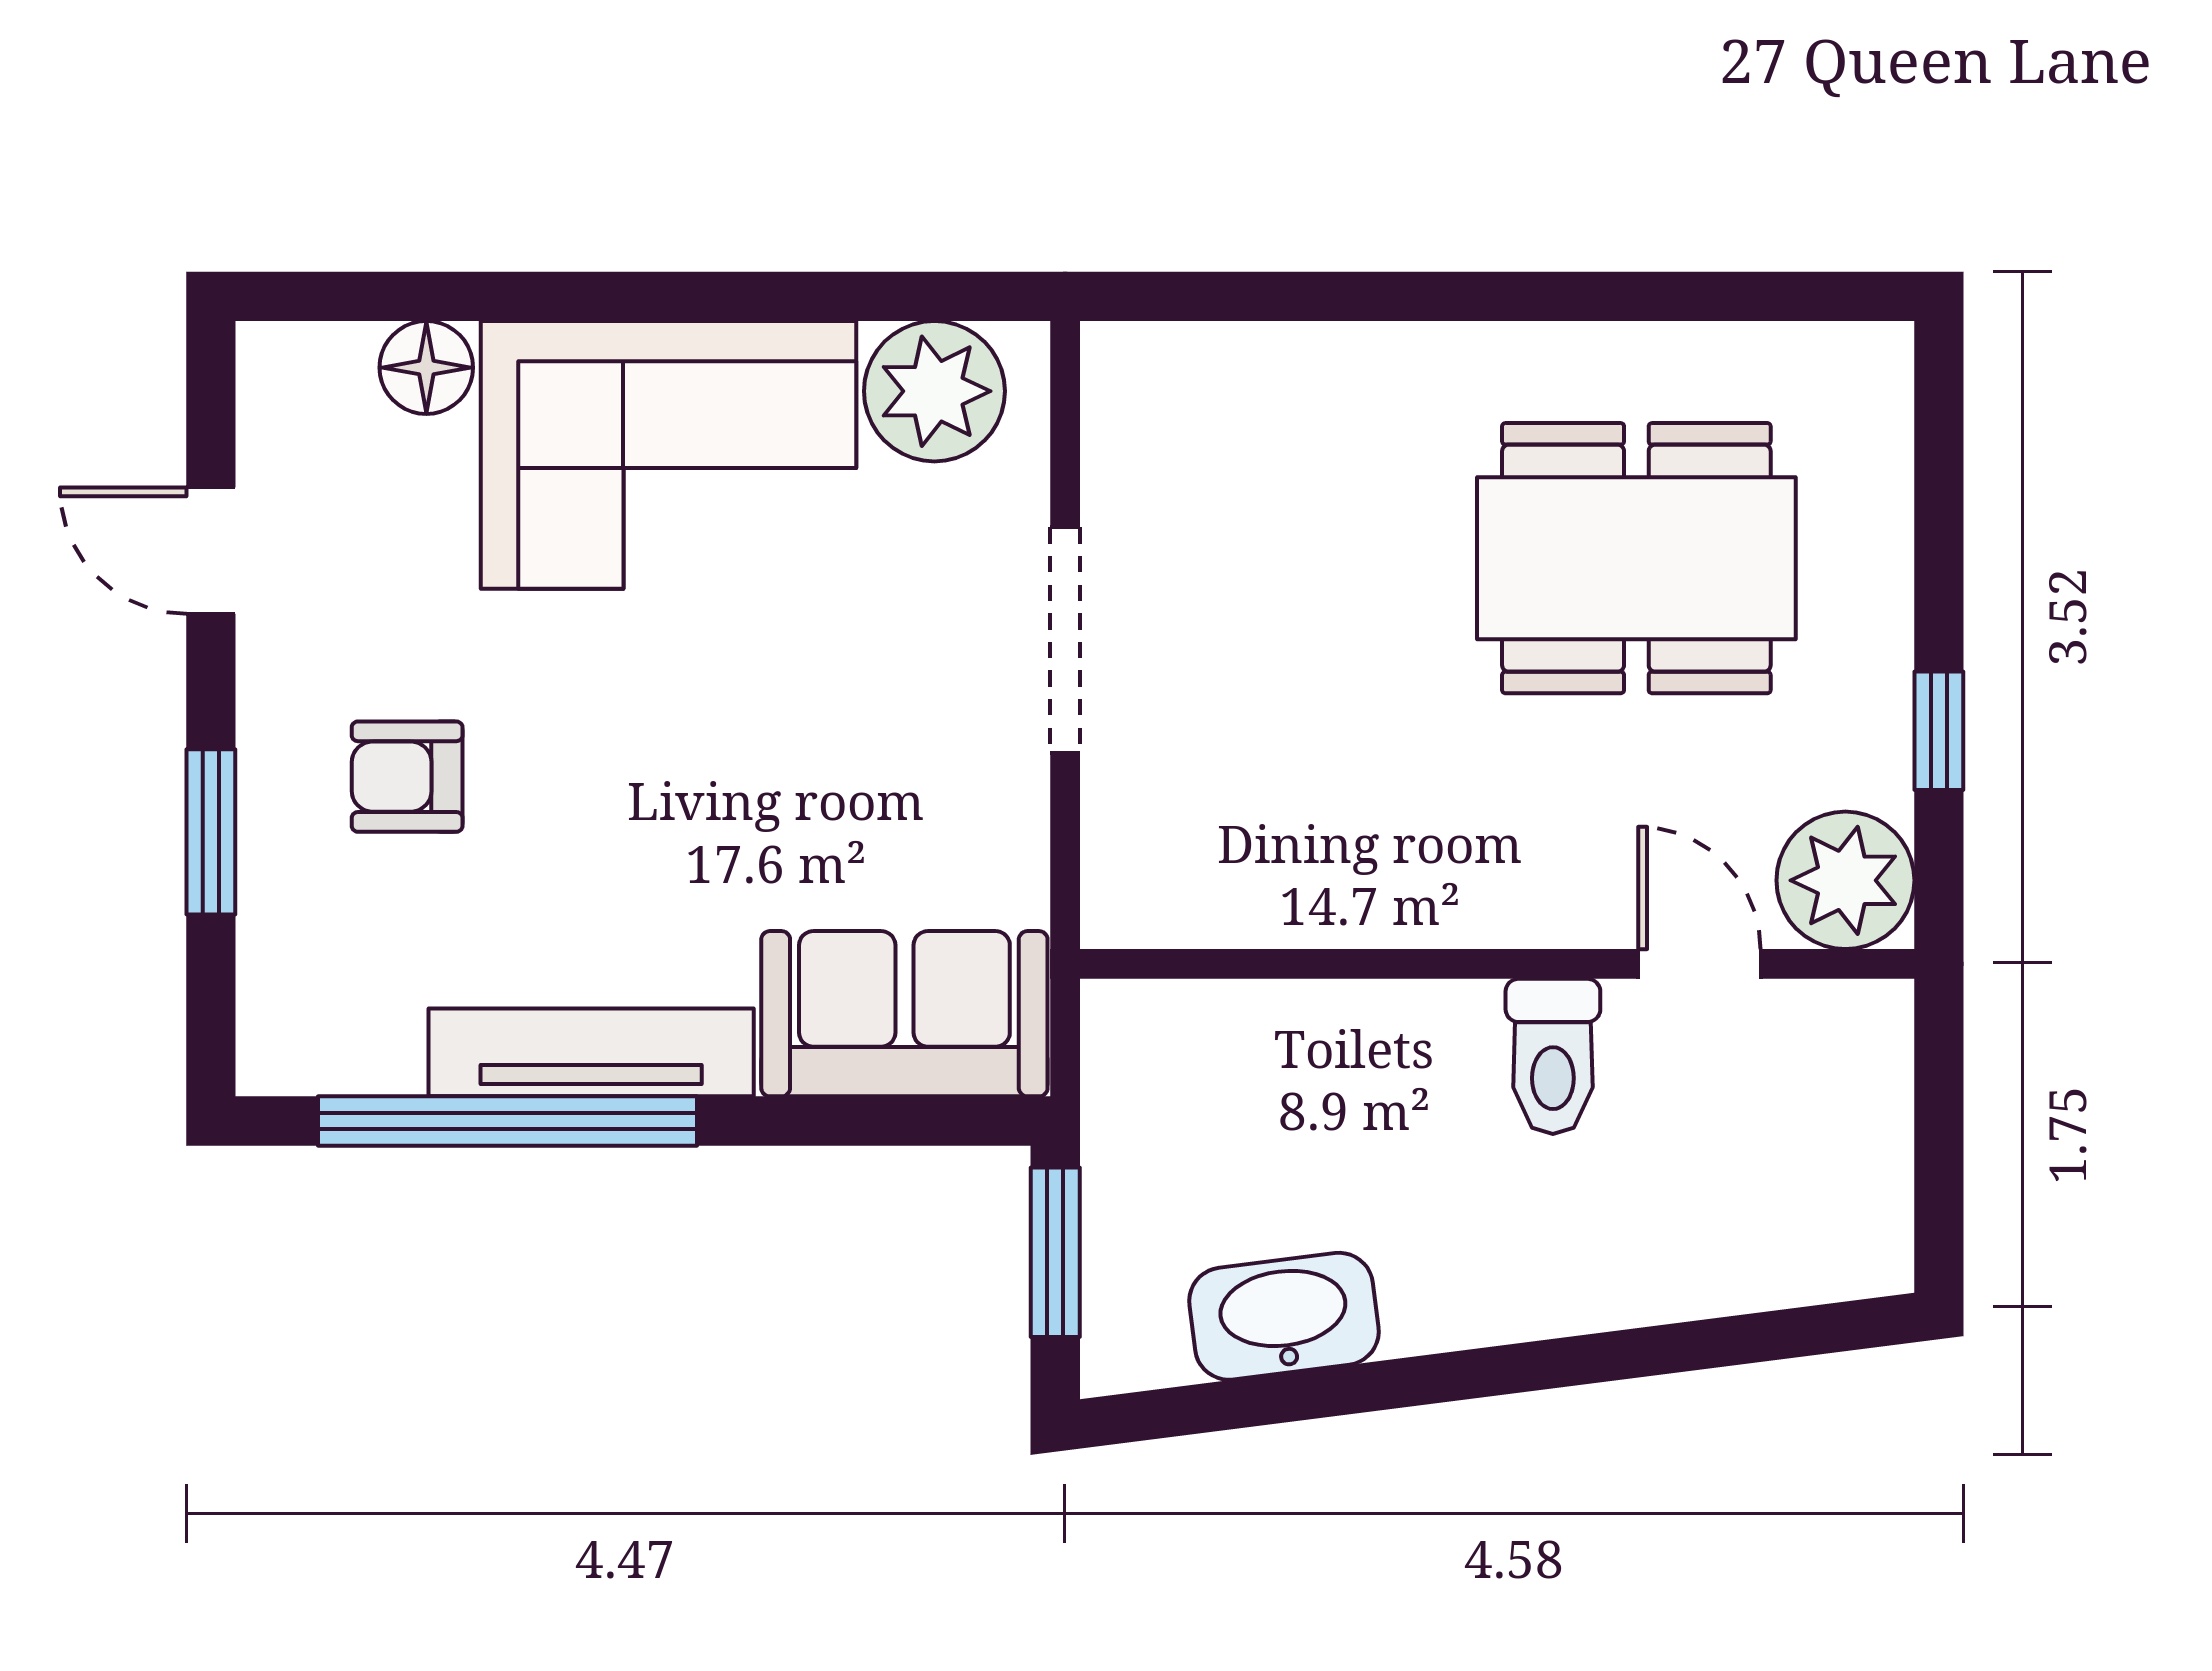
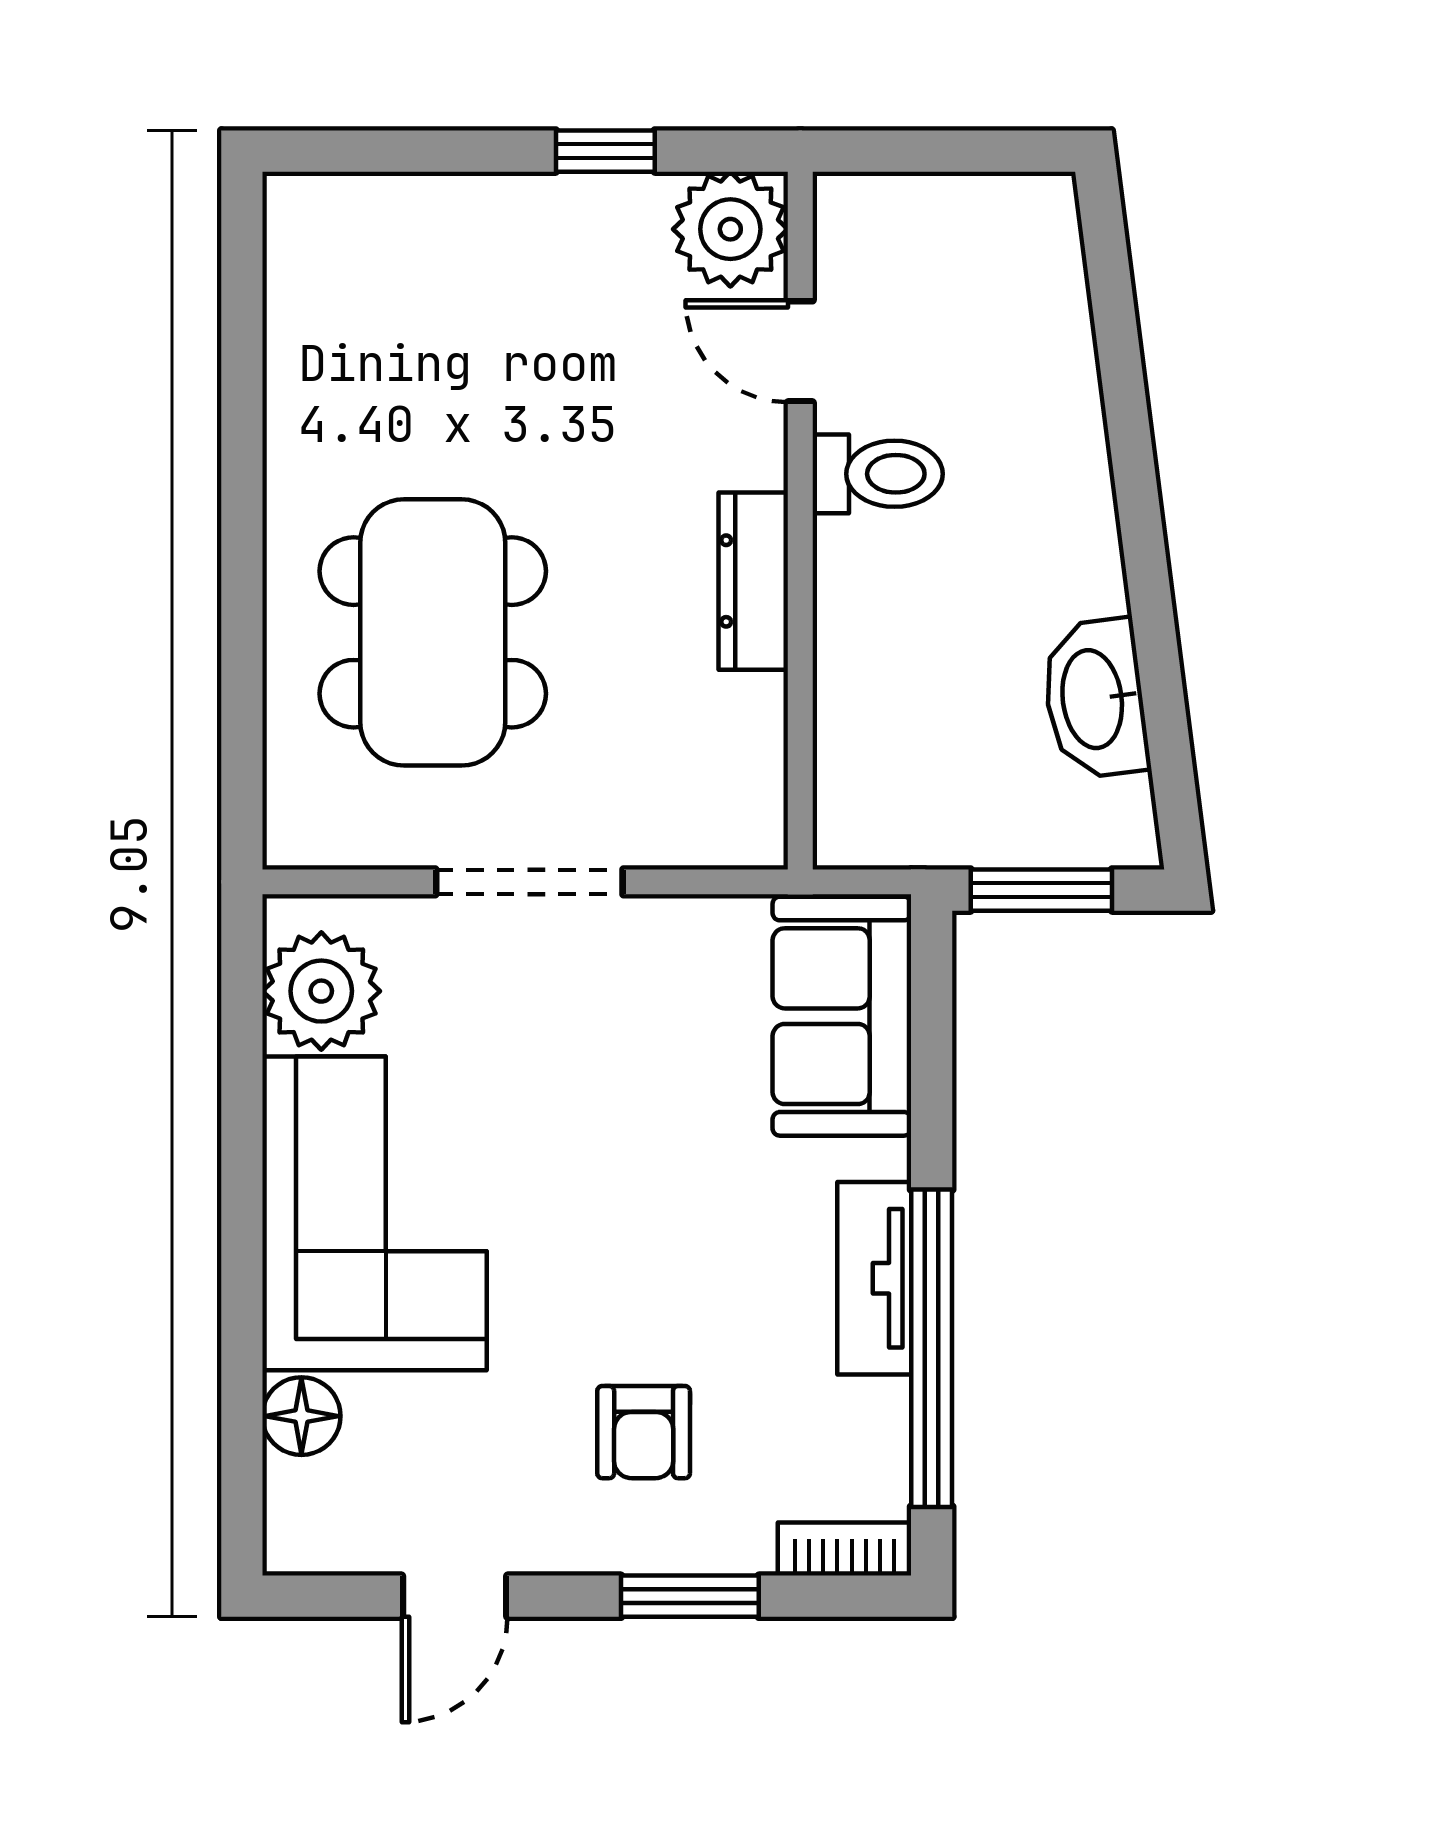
dining table: (1636, 558) -> (433, 632), moved
dresser: (1425, 908) -> (753, 581), added
door: (1699, 964) -> (800, 351), hinge flipped
bookcase: (267, 1017) -> (844, 1549), added
tv unit: (591, 1052) -> (874, 1278), width x0.71

